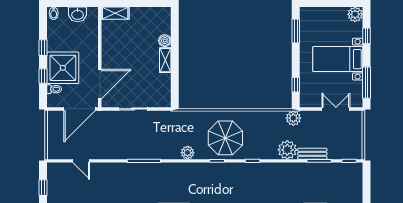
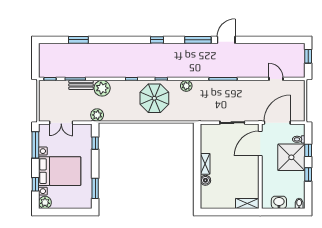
bed with nightstands: (338, 59) -> (60, 171), width x1.36

